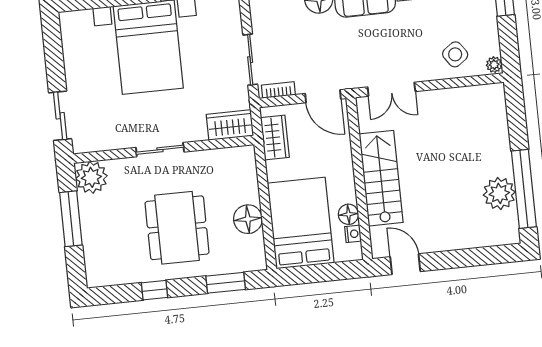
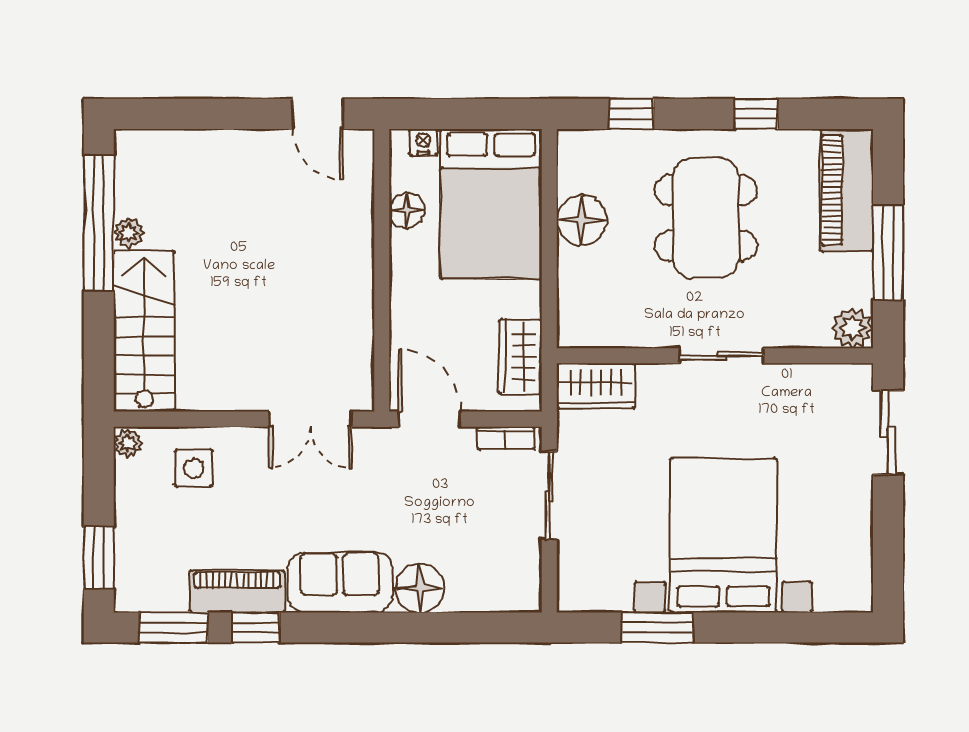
side table: (455, 54) -> (194, 468), turned 35
double door: (391, 89) -> (310, 419), swing flipped
plant: (91, 177) -> (852, 328), width x0.73, depth x0.73
stairs: (381, 178) -> (144, 331), moved, turned 180
plant: (499, 193) -> (129, 233), width x0.53, depth x0.53
nightstand: (353, 234) -> (423, 142), moved, turned 90
piano: (98, 252) -> (846, 190), added
window: (226, 283) -> (632, 114), width x0.67

